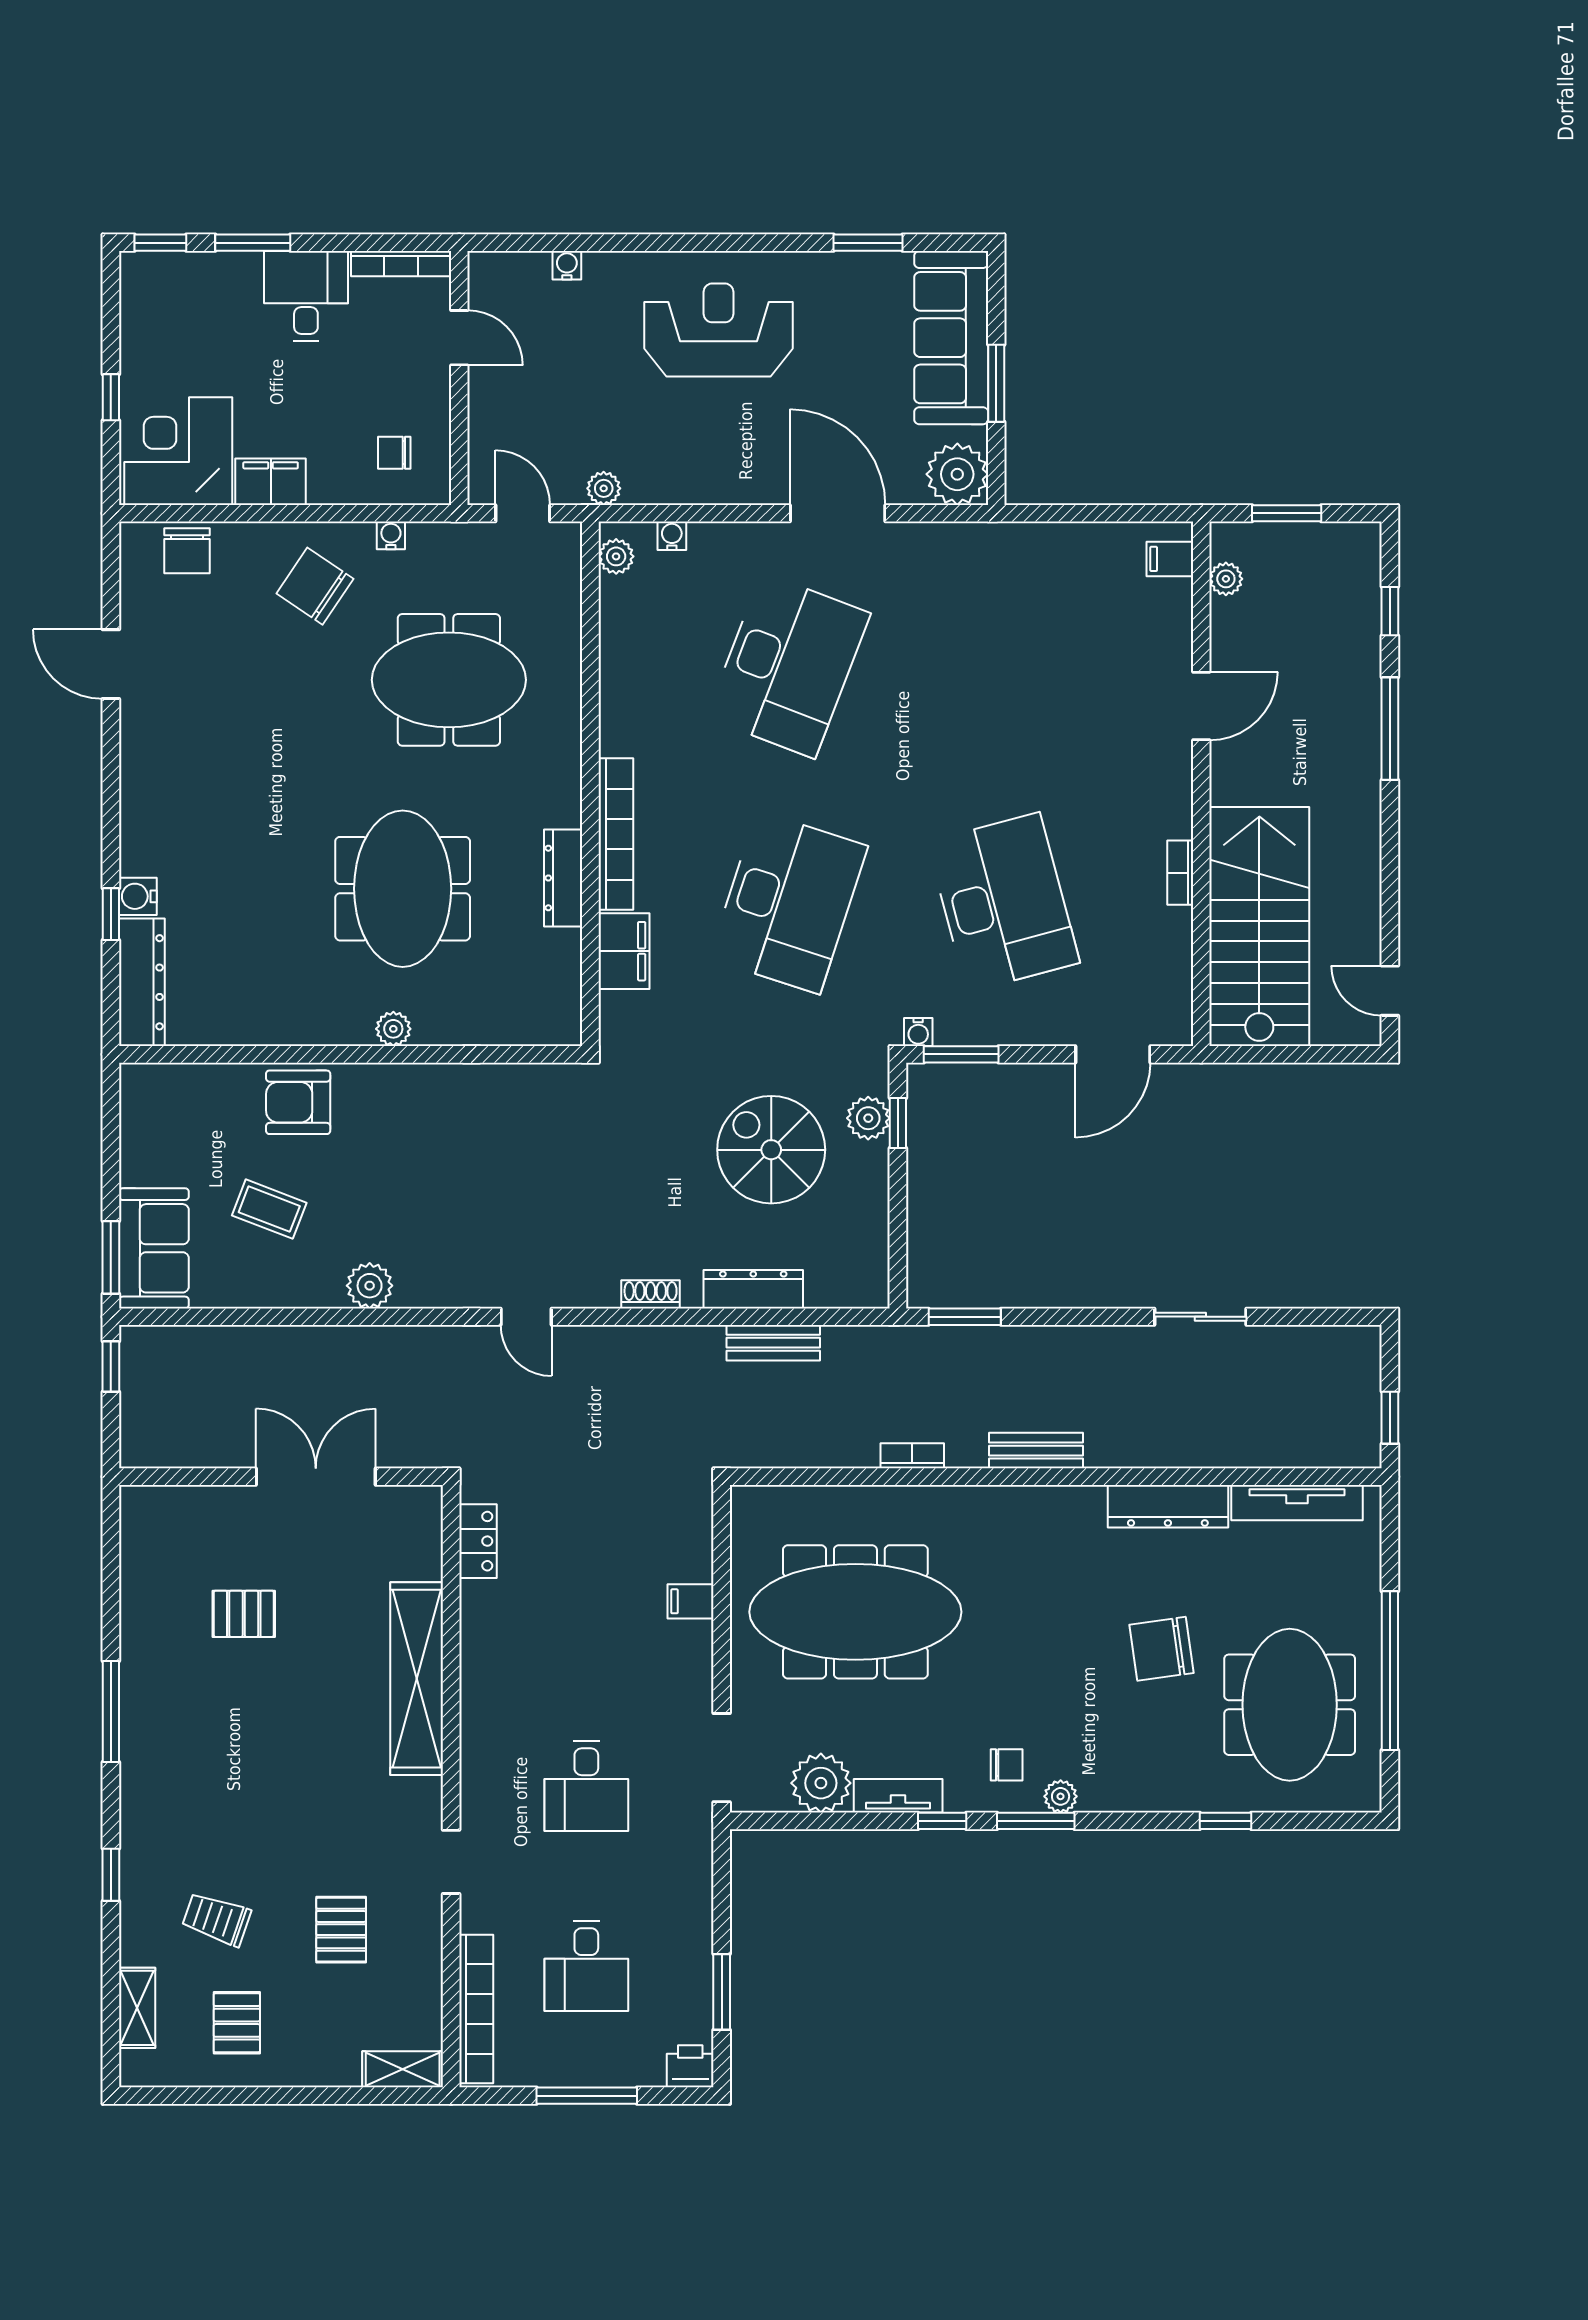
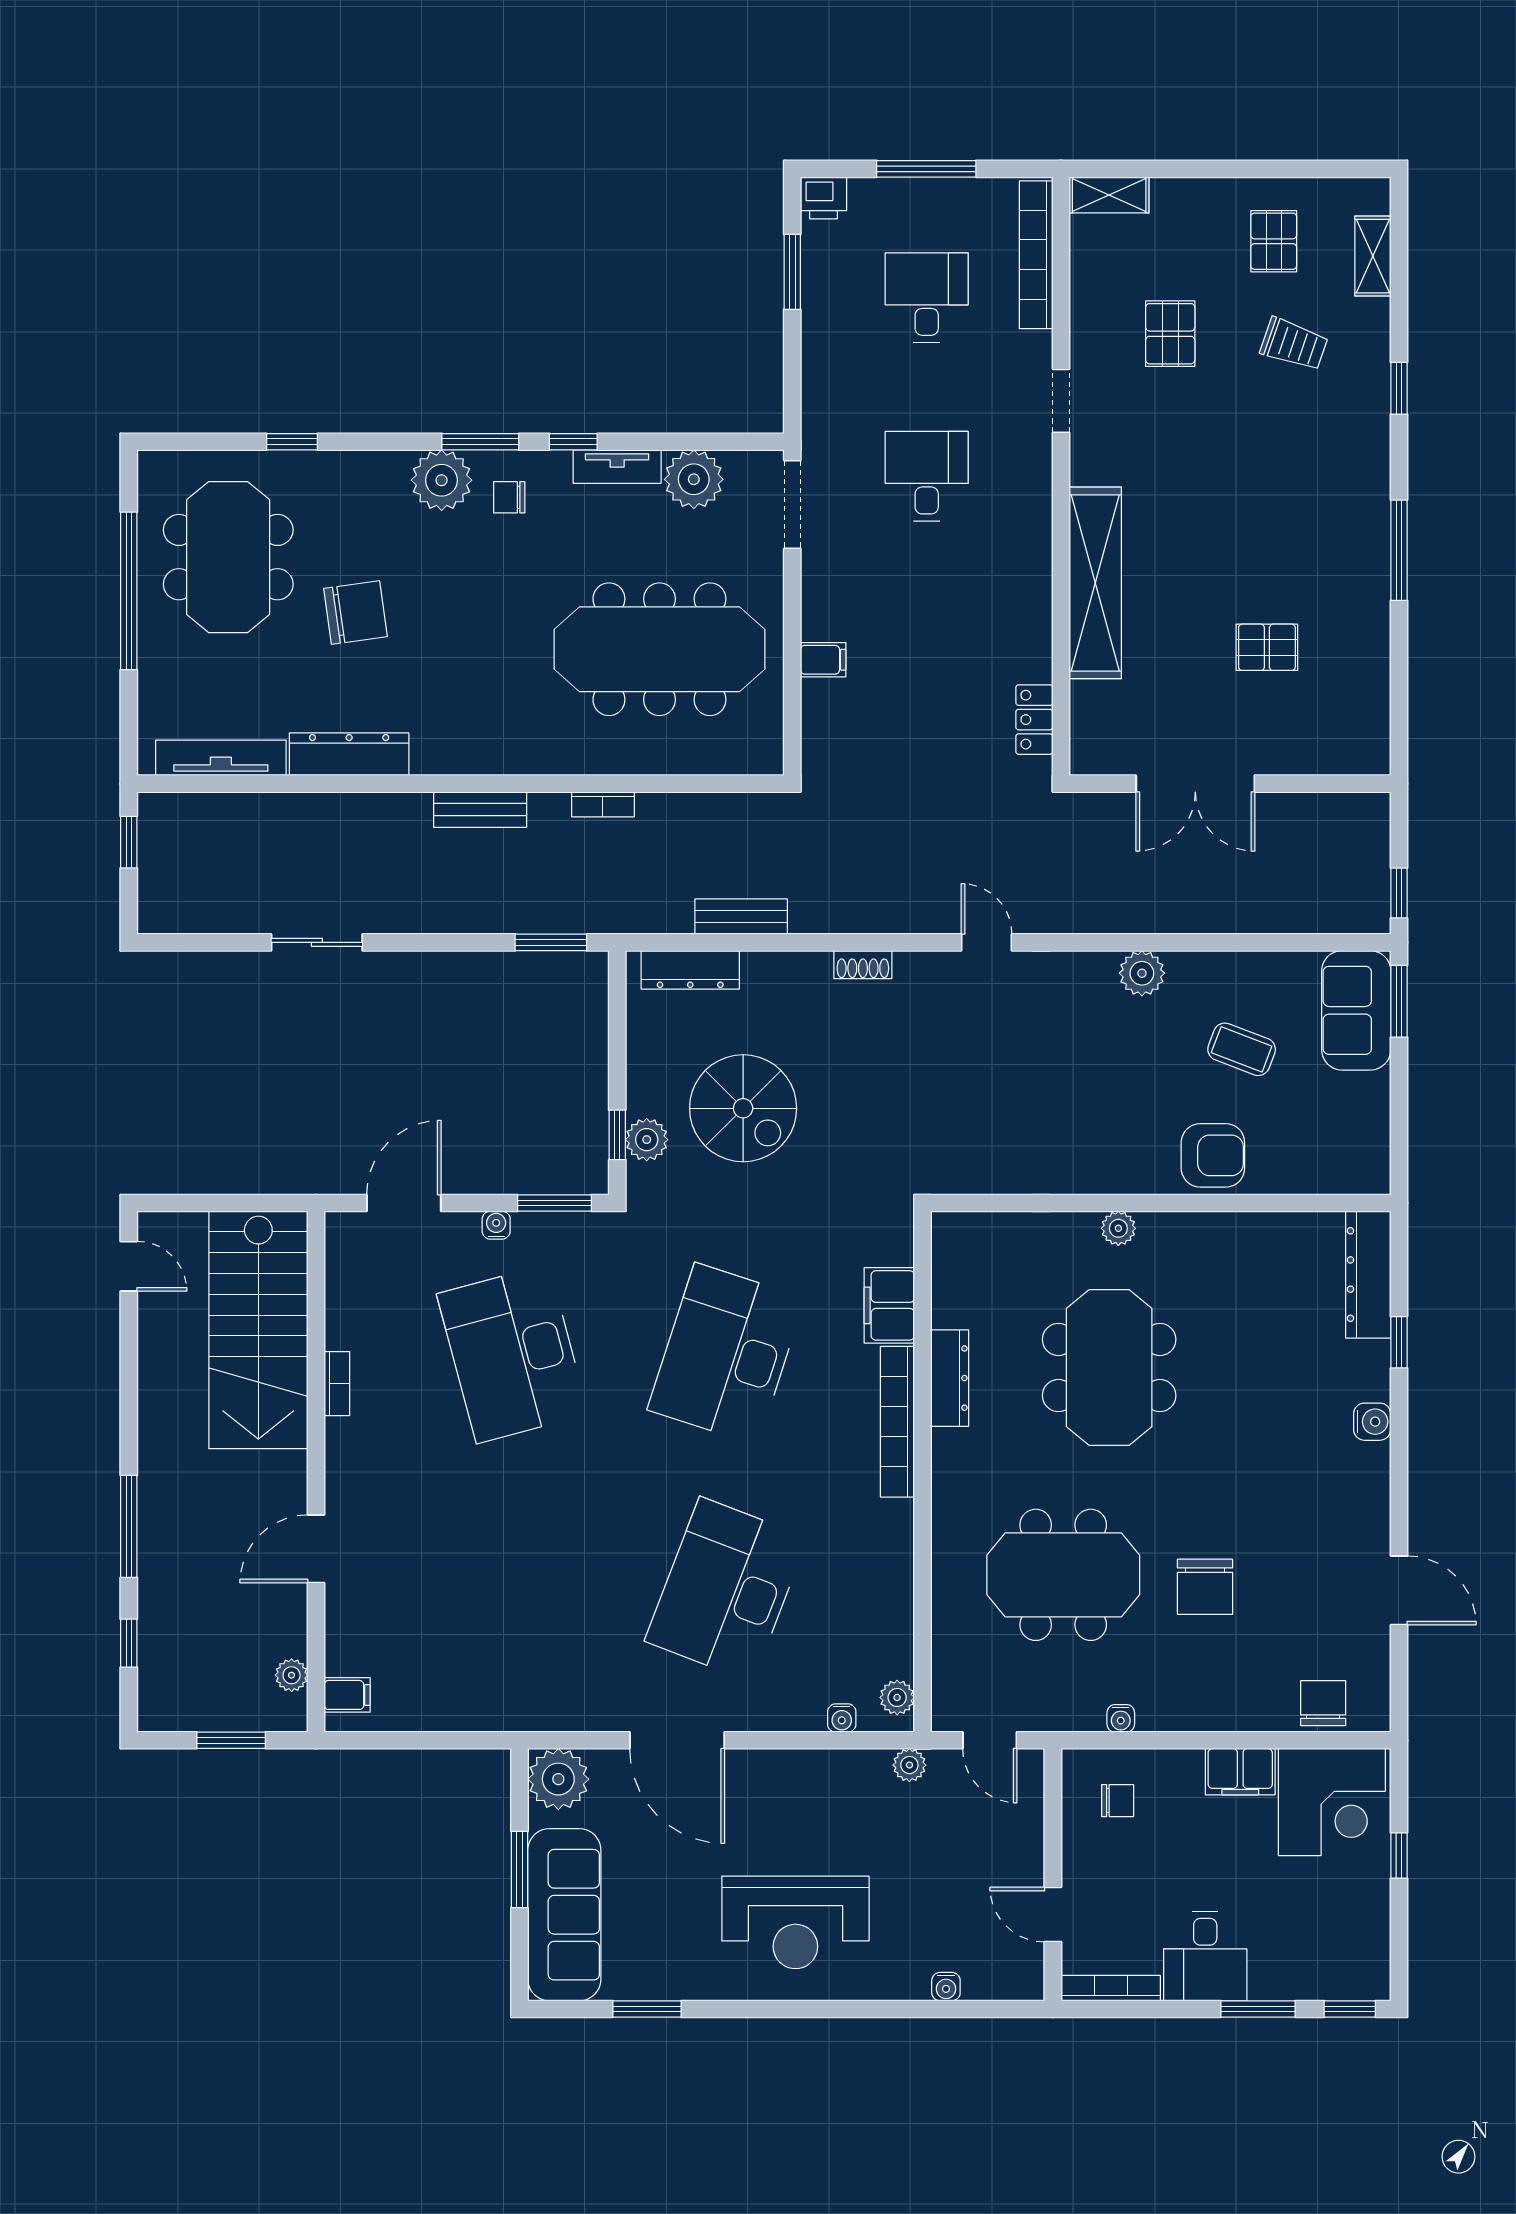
chair: (315, 586) -> (1205, 1587), moved, turned 56
water cooler: (138, 896) -> (1372, 1422), moved
water cooler: (918, 1032) -> (496, 1225), moved
dresser: (753, 1289) -> (690, 970), moved
plant: (1061, 1796) -> (442, 480), width x1.87, depth x1.87

